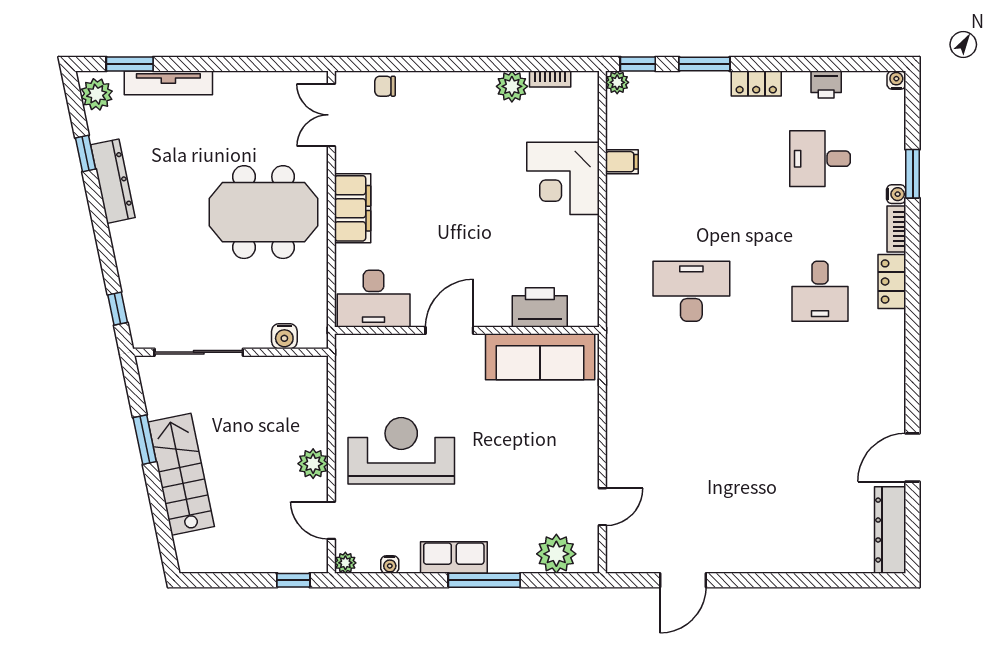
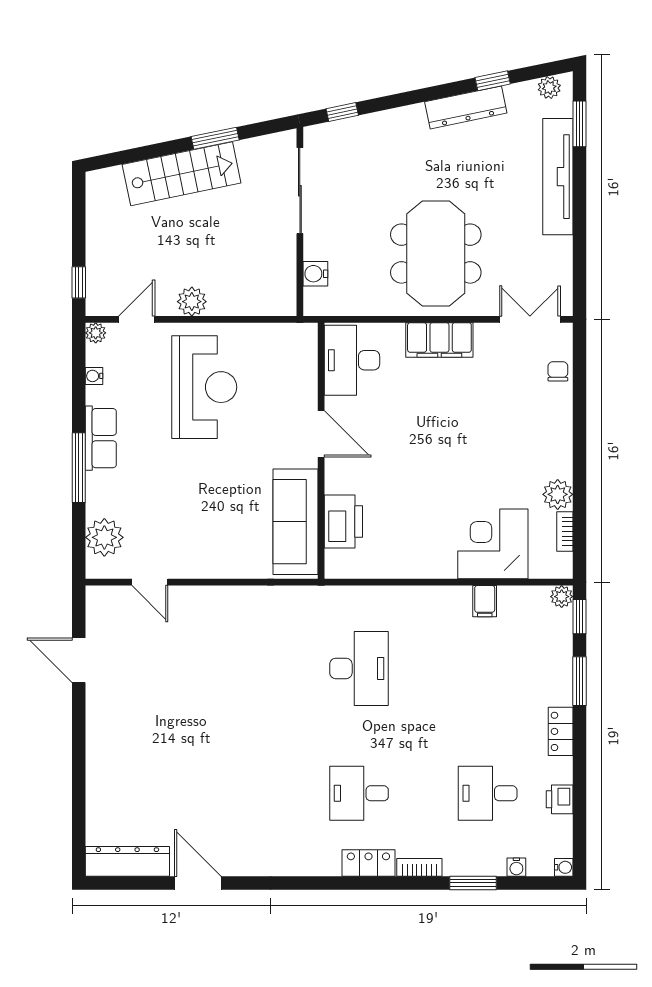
tv unit: (168, 83) -> (558, 177), width x1.36, depth x1.29
plant: (97, 94) -> (549, 88), width x0.73, depth x0.73
desk: (820, 159) -> (488, 793), turned -90
corner desk: (563, 178) -> (493, 544), moved
water cooler: (896, 194) -> (516, 867), moved

